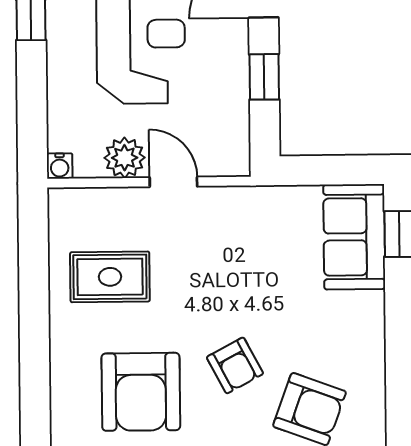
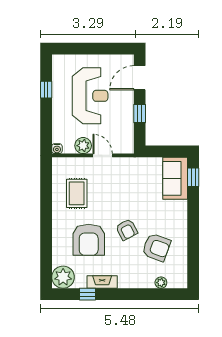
rug: (110, 277) -> (77, 193), turned 90

